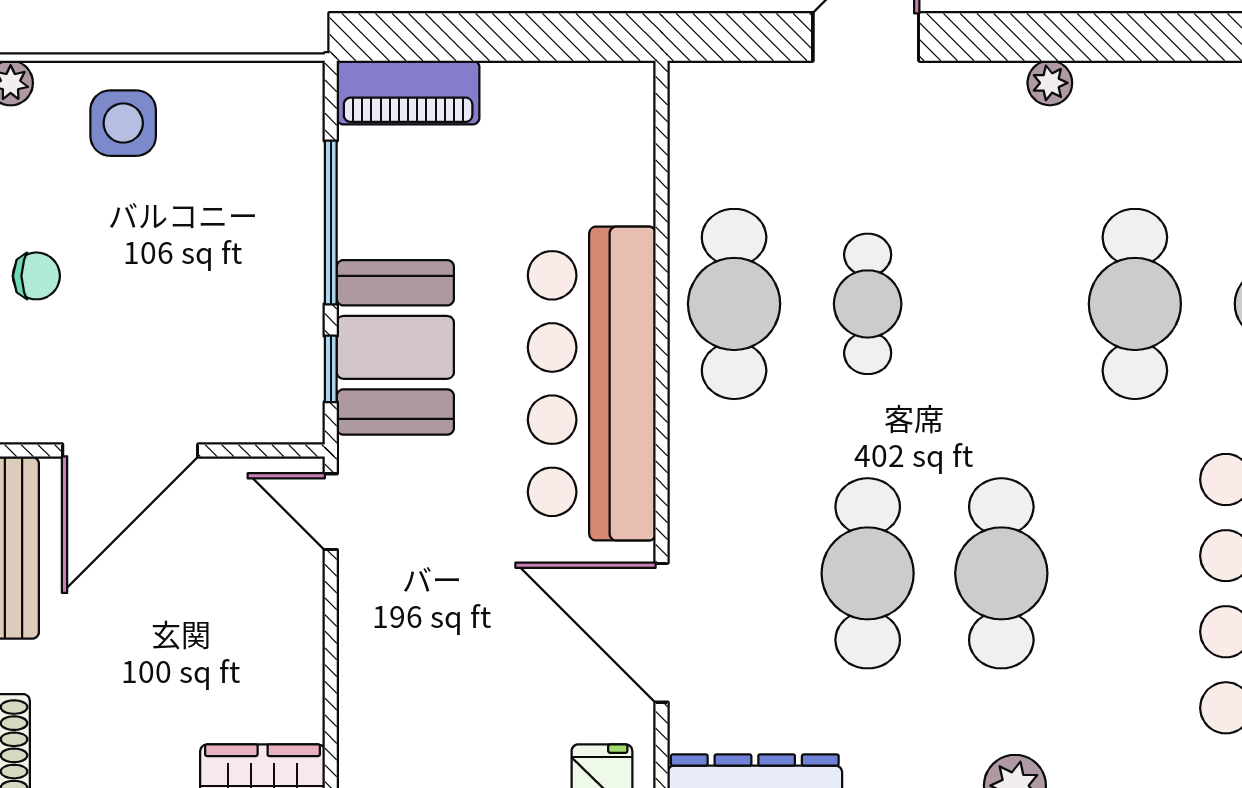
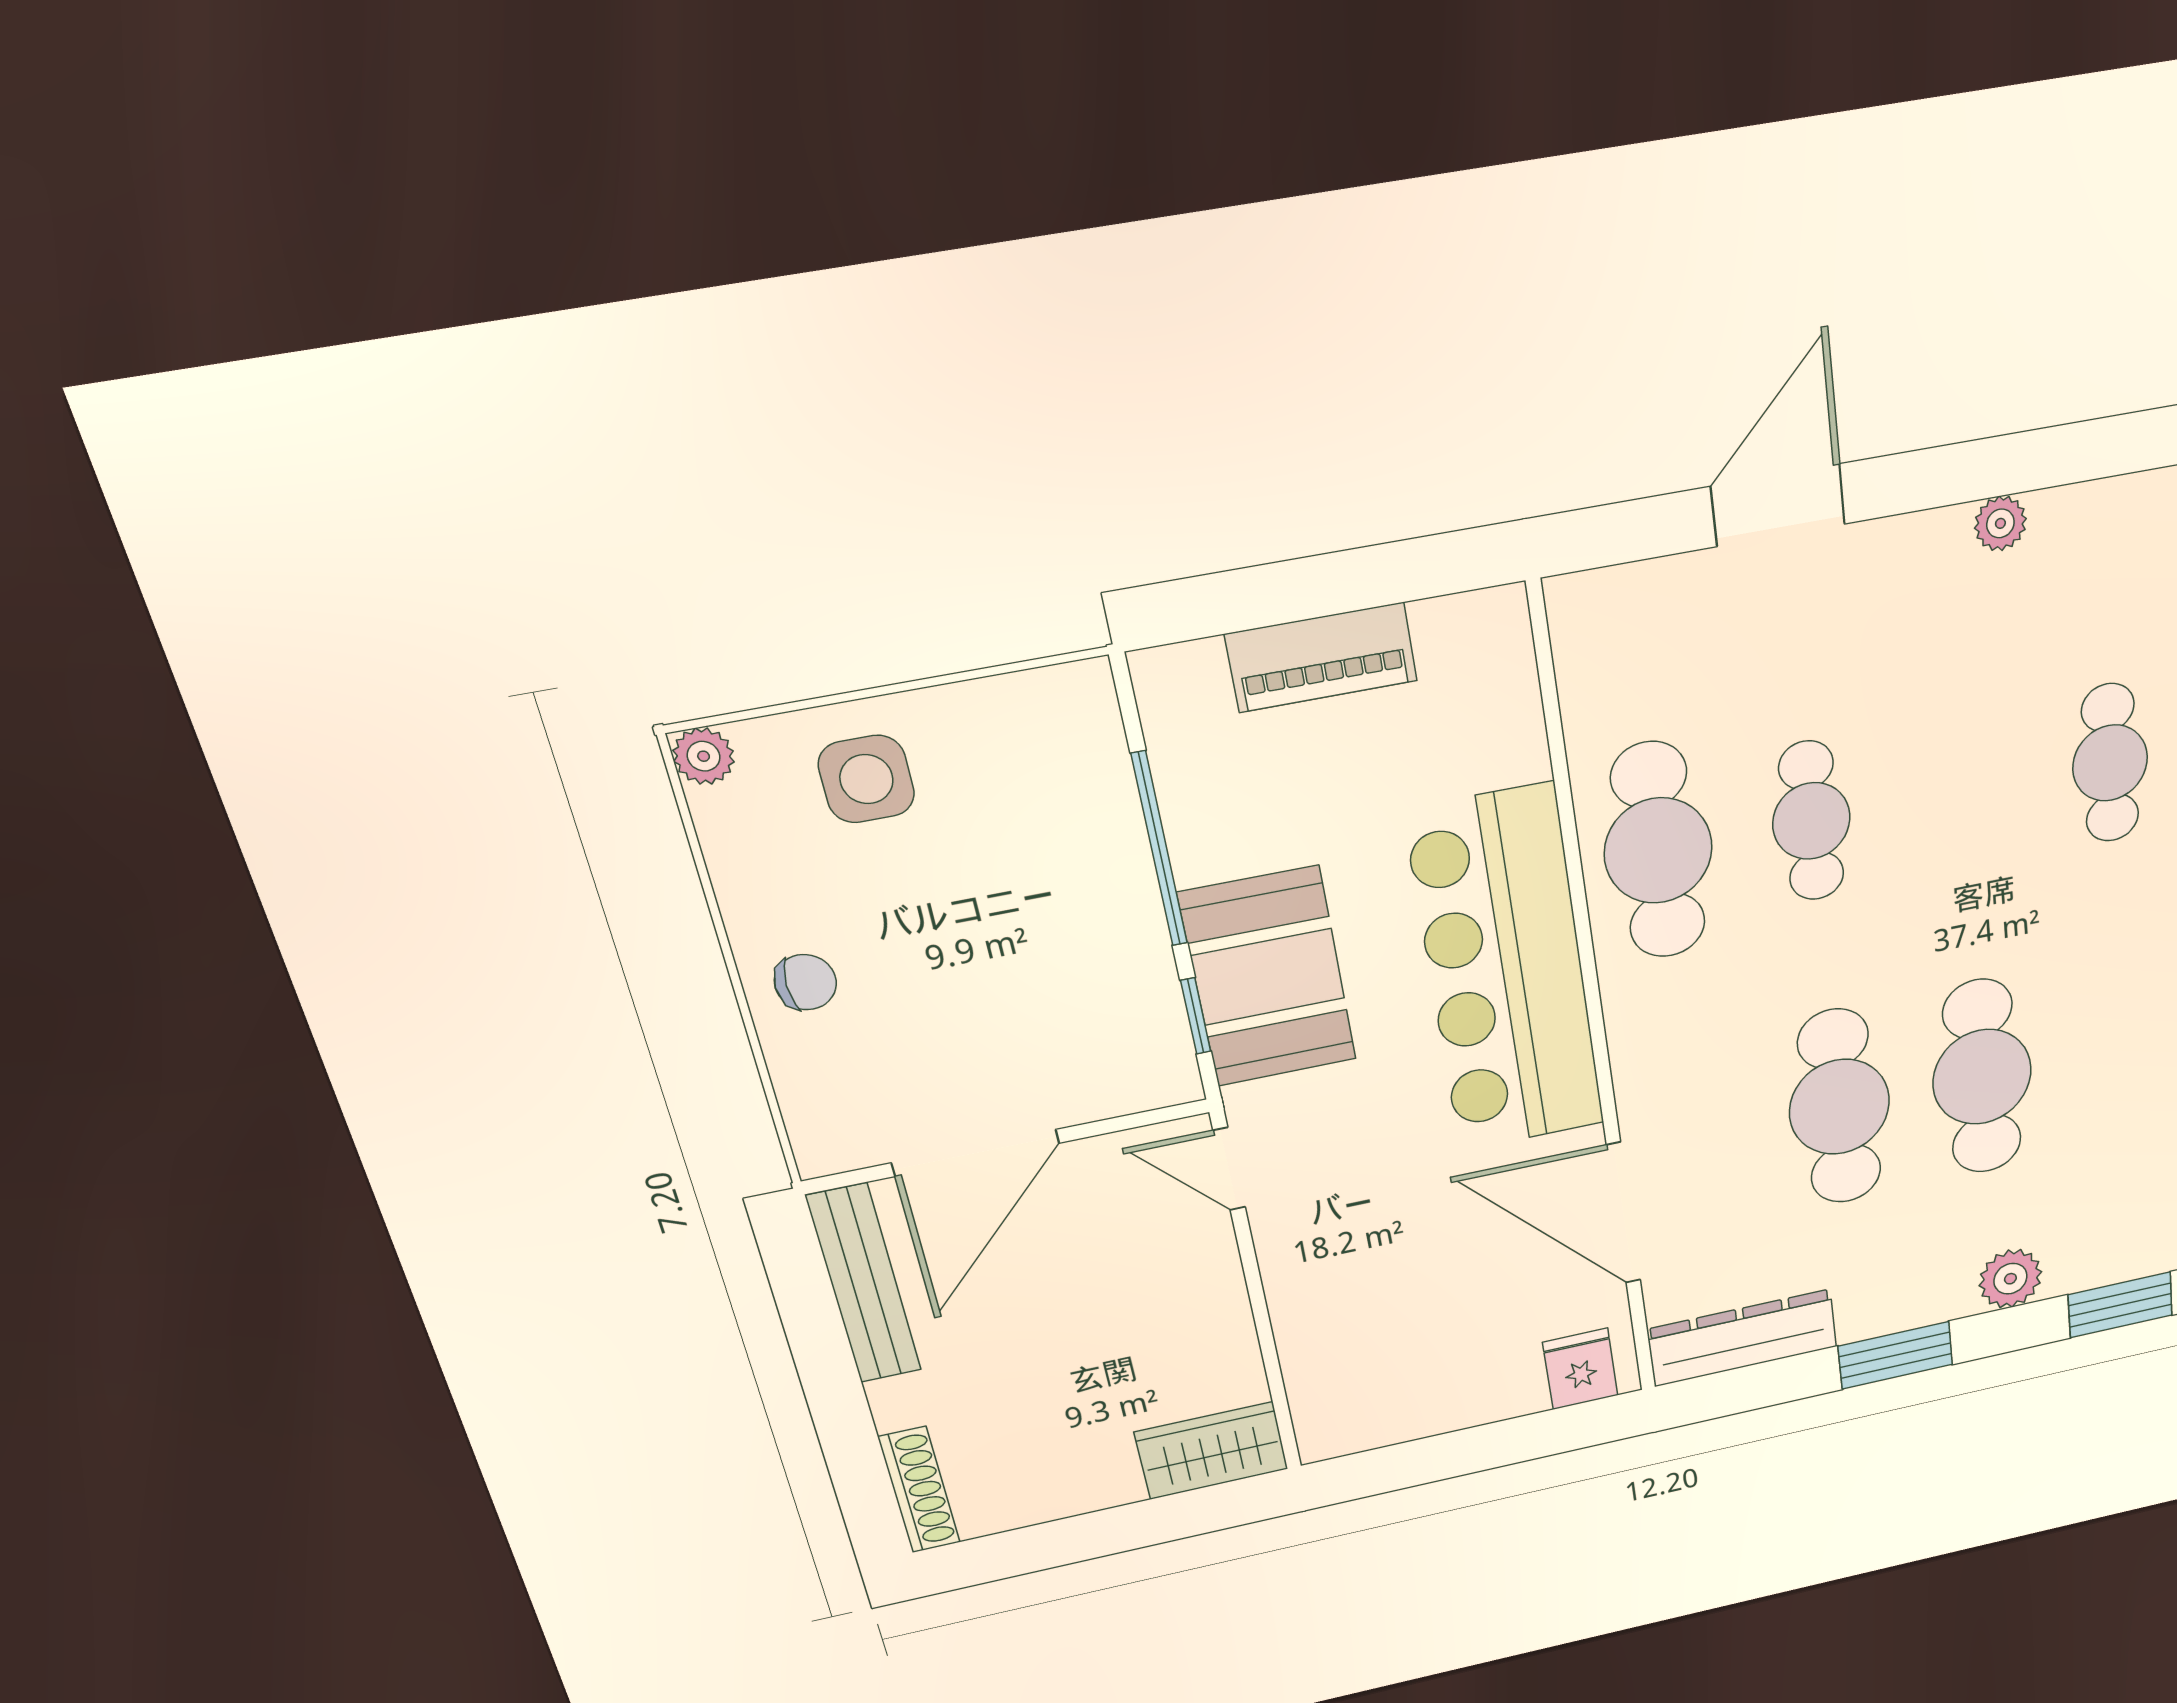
piano: (408, 92) -> (1321, 657), moved
cafe table: (1135, 304) -> (2110, 763), width x0.73, depth x0.74

